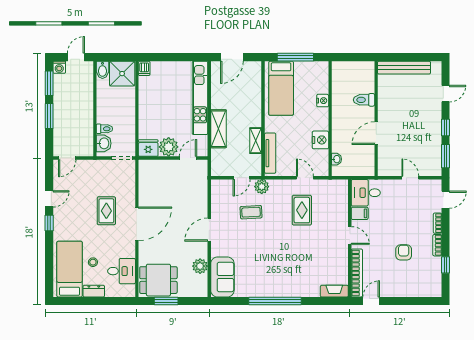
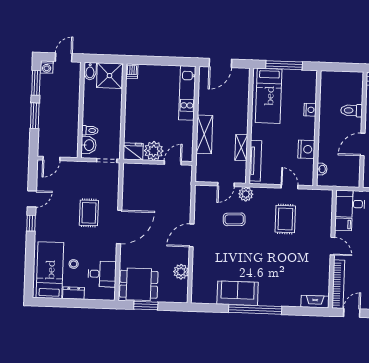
kitchen unit: (200, 98) -> (187, 93), width x0.73
sofa: (222, 277) -> (238, 293), moved, turned -90

